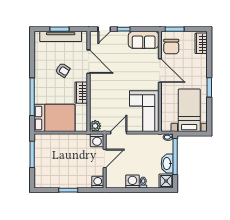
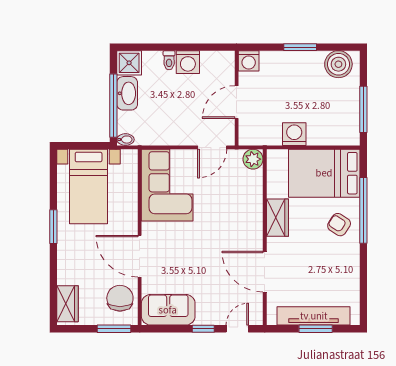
armchair: (63, 70) -> (339, 225), moved
washing machine: (97, 140) -> (294, 134), moved
boiler: (46, 180) -> (338, 64), added

